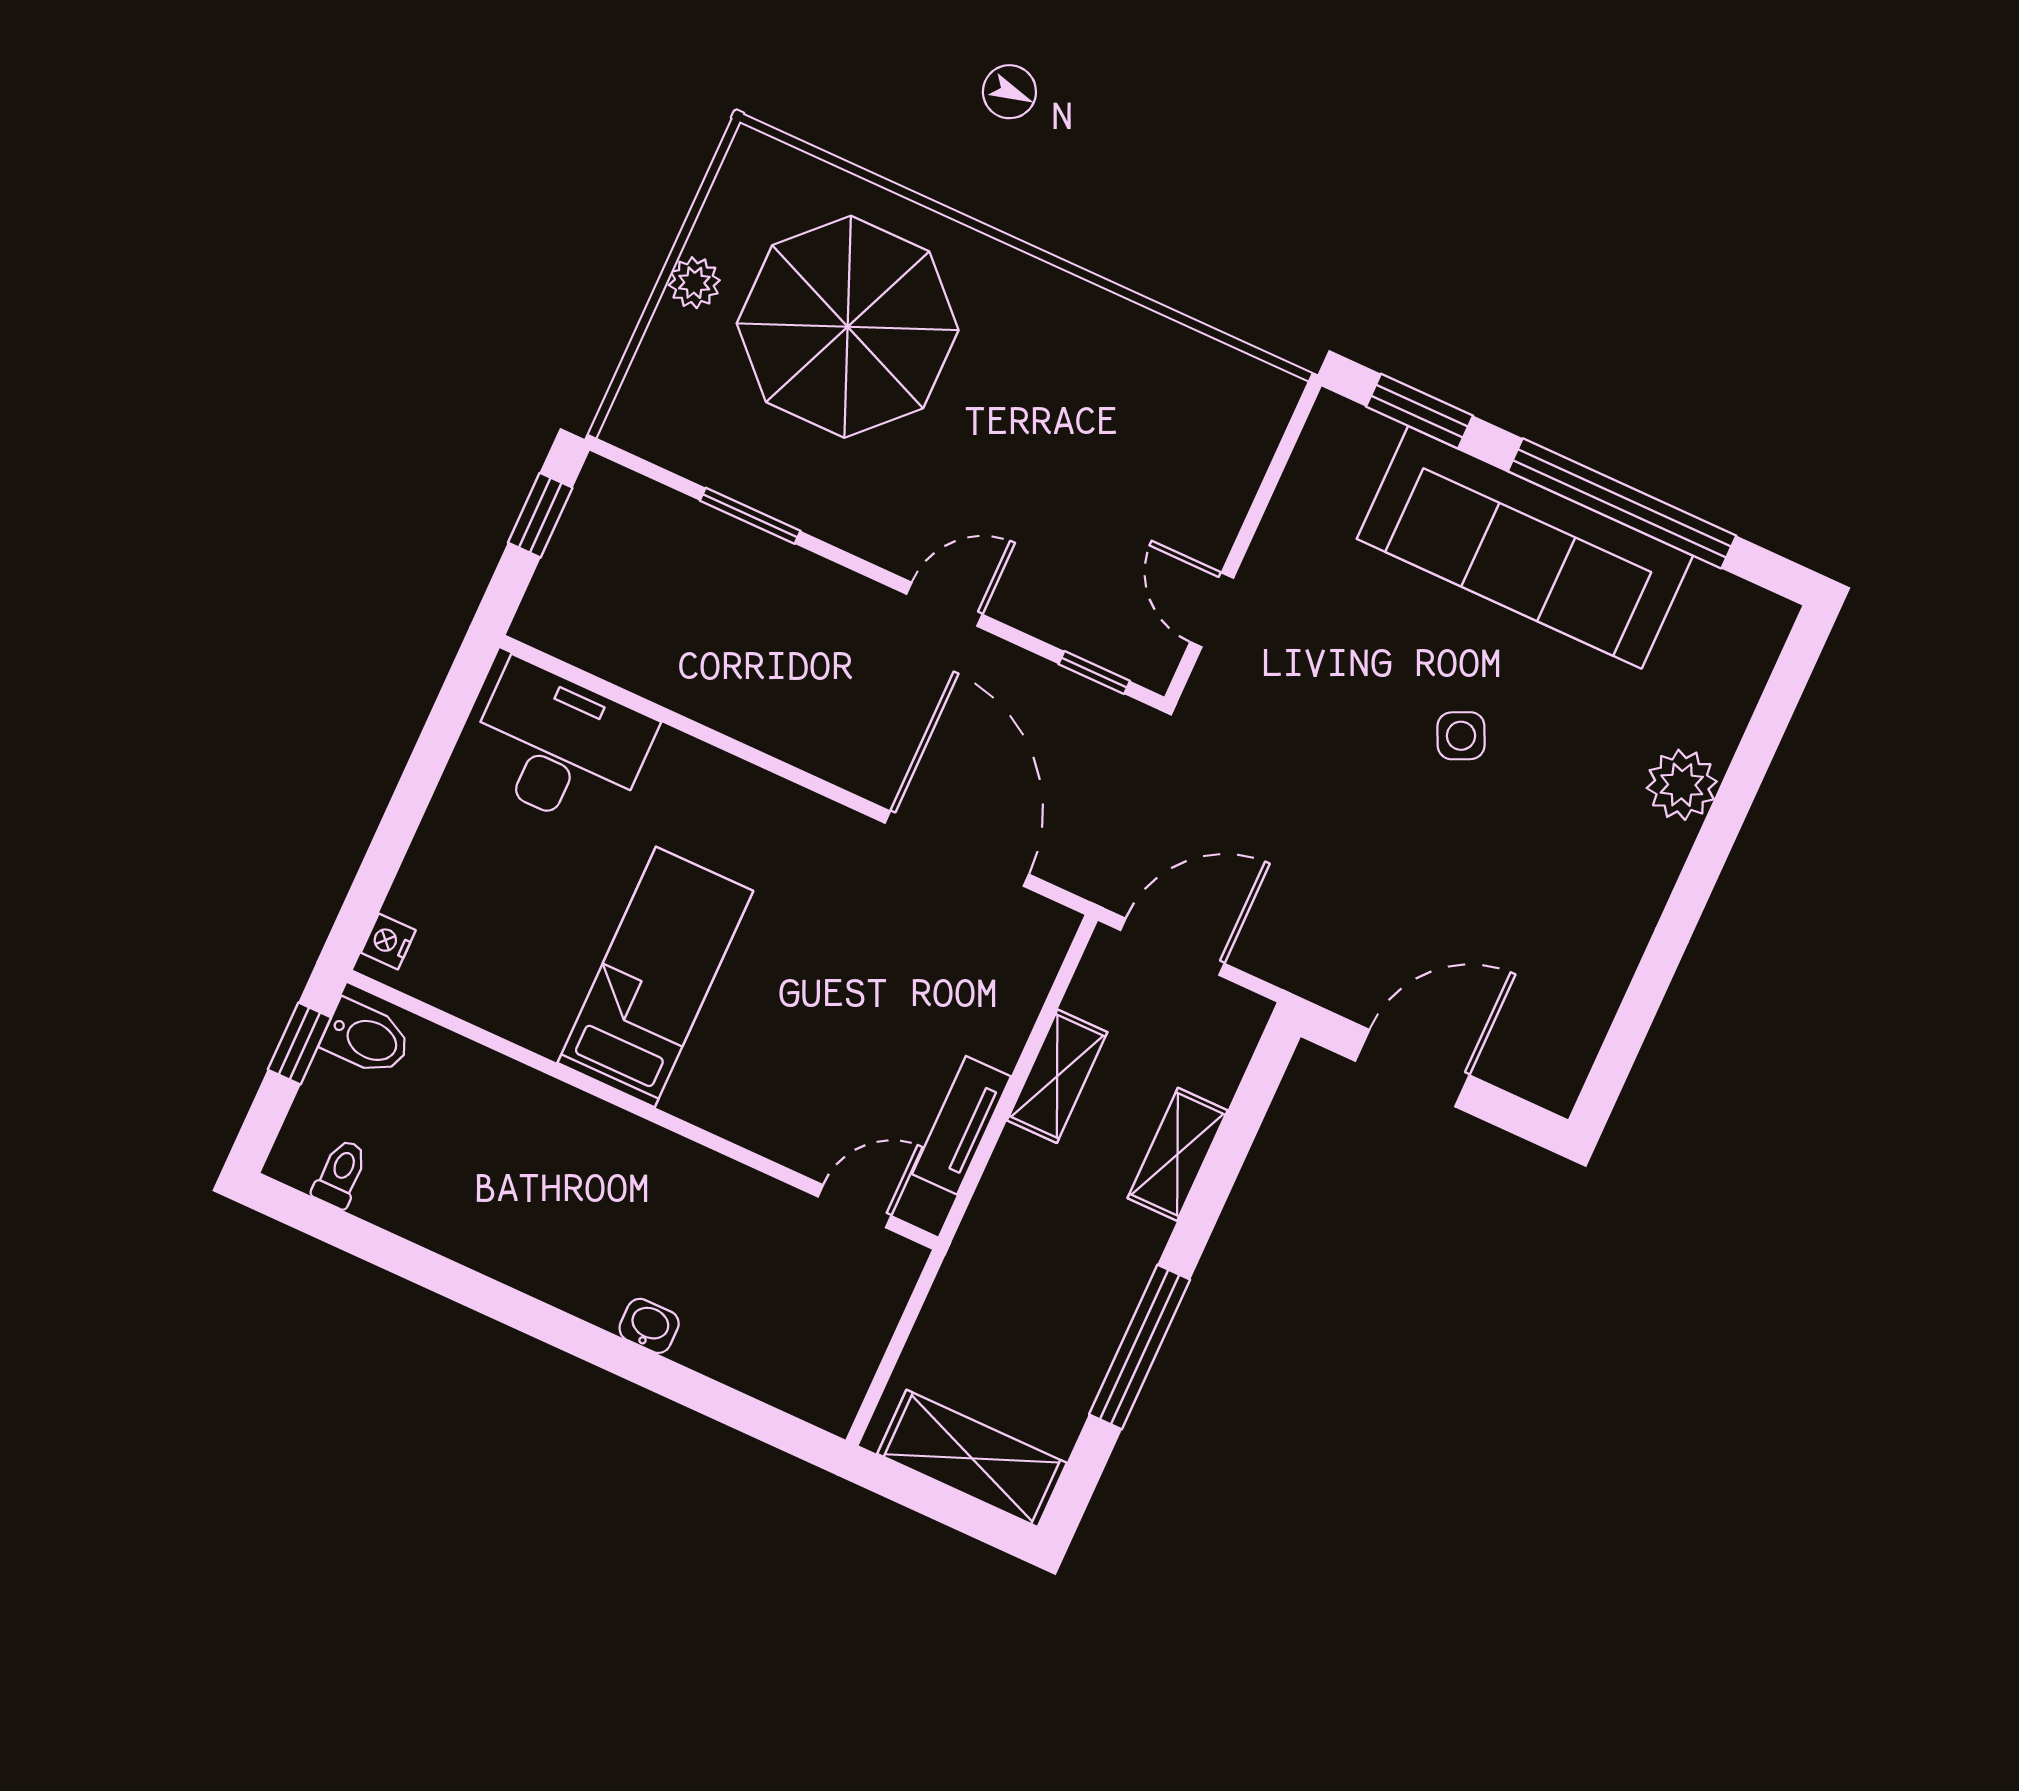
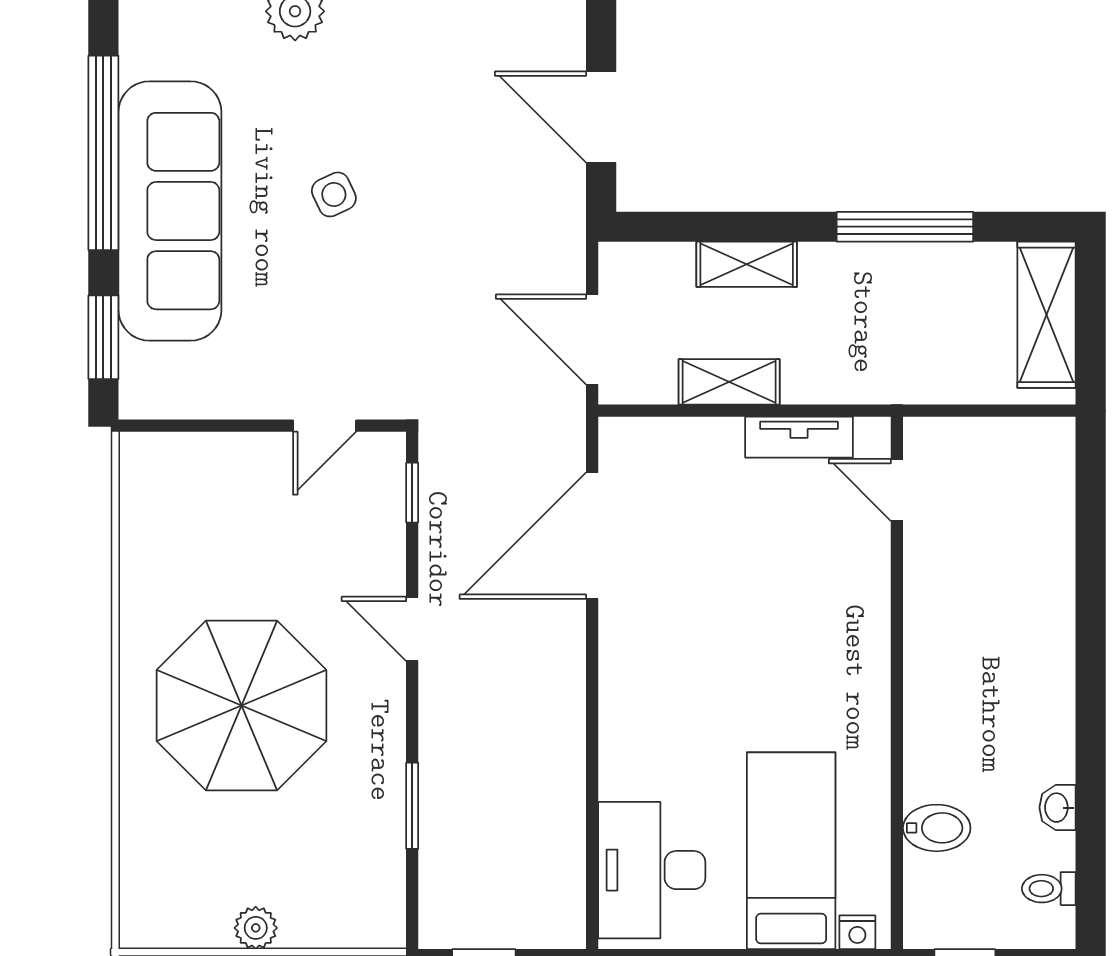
parasol: (848, 327) -> (242, 706), moved
bed: (655, 977) -> (791, 851), moved, turned 90
bidet: (367, 1038) -> (937, 828), moved, turned 90
washbasin: (649, 1326) -> (1057, 808), moved

